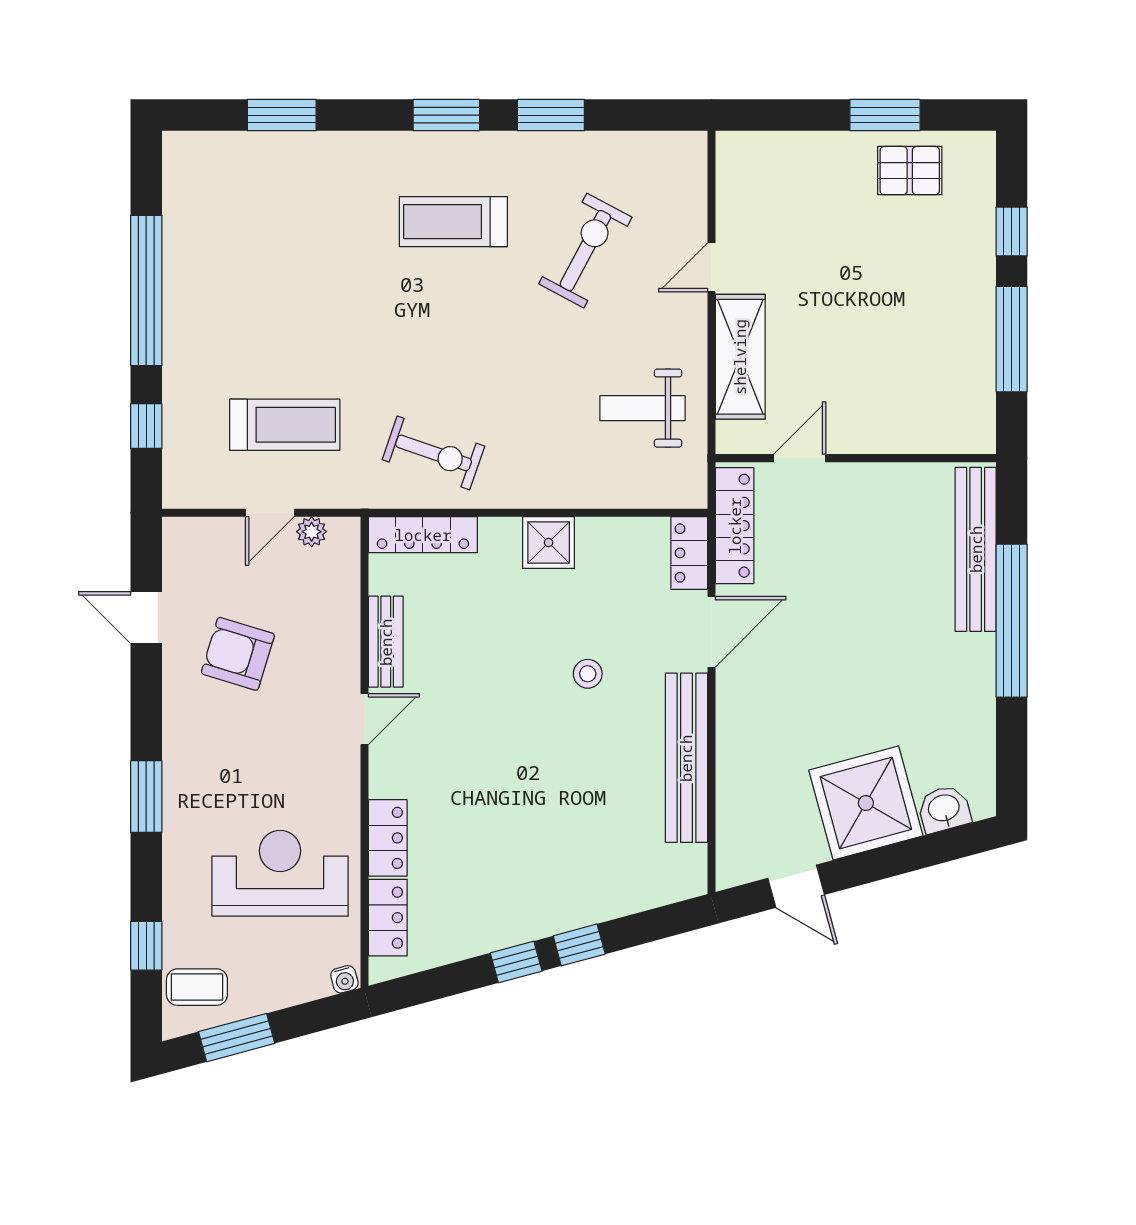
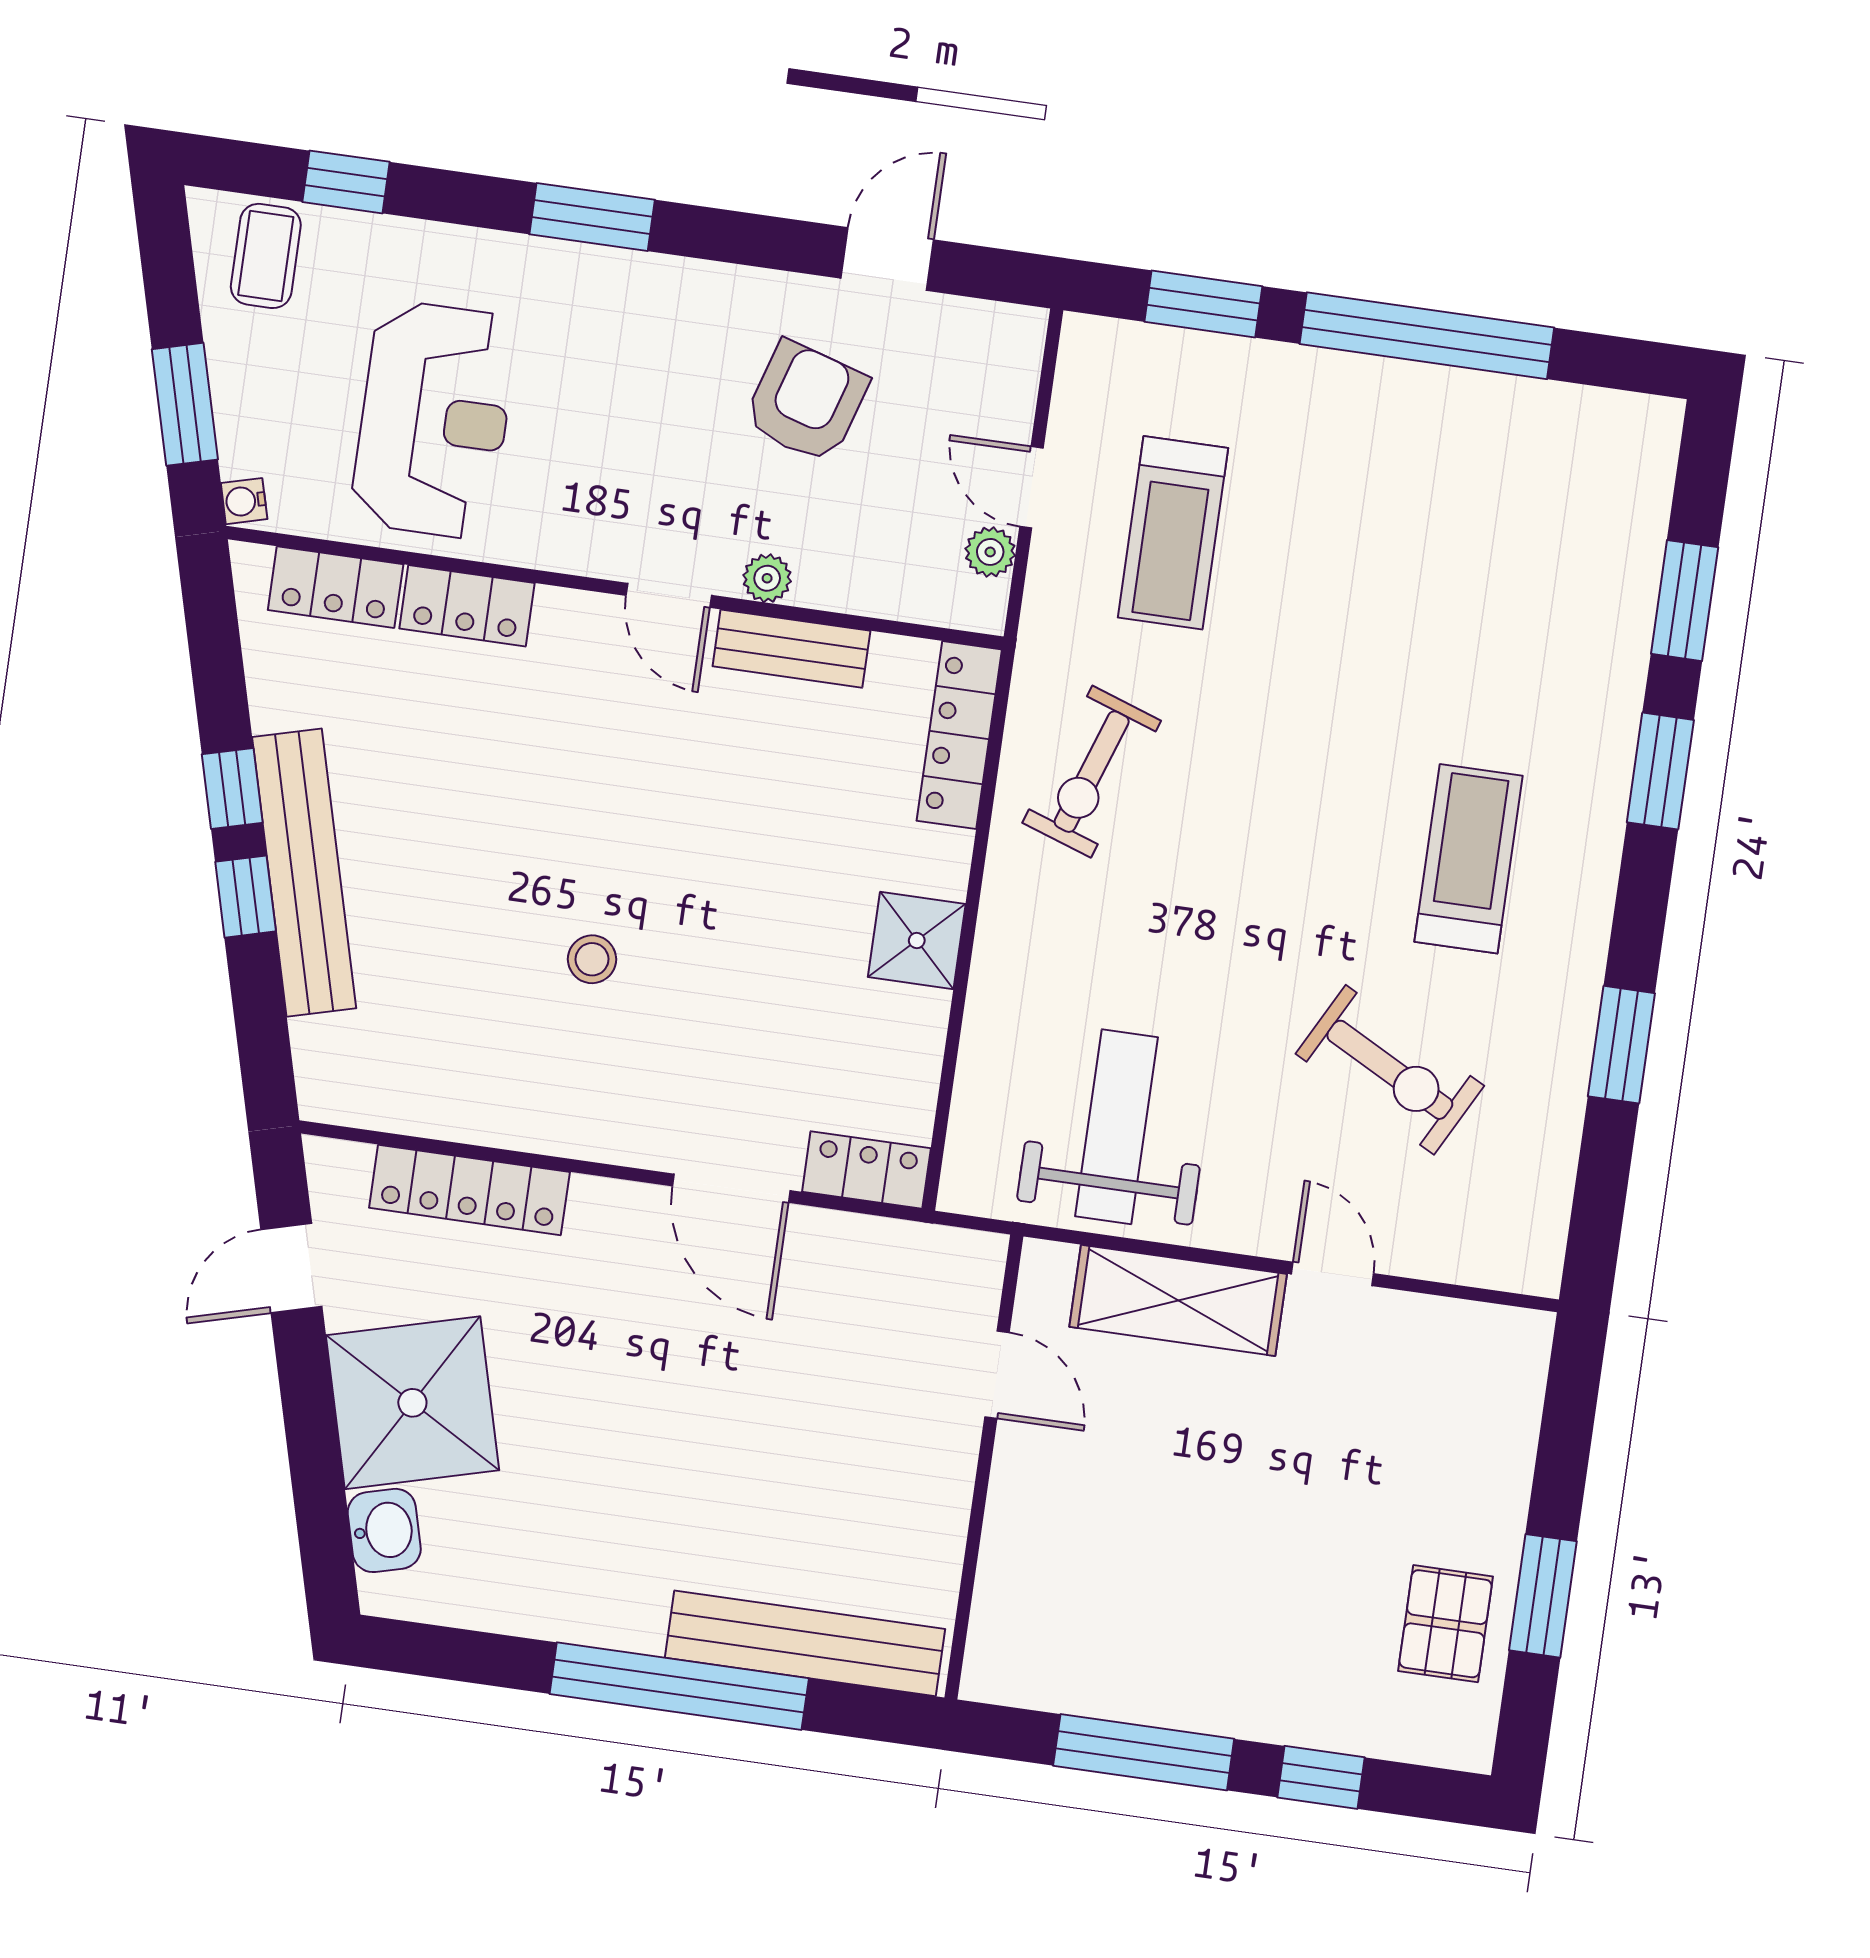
window: (446, 115) -> (1660, 771), moved
weight bench: (642, 408) -> (1116, 1127), width x1.36, depth x1.33
window: (146, 426) -> (1203, 304), width x1.50
locker: (735, 526) -> (469, 1190), moved
plant: (346, 662) -> (767, 578), added
stool: (588, 674) -> (592, 959), moved
bench: (686, 758) -> (304, 873), moved, turned 75
window: (237, 1038) -> (185, 404), moved

